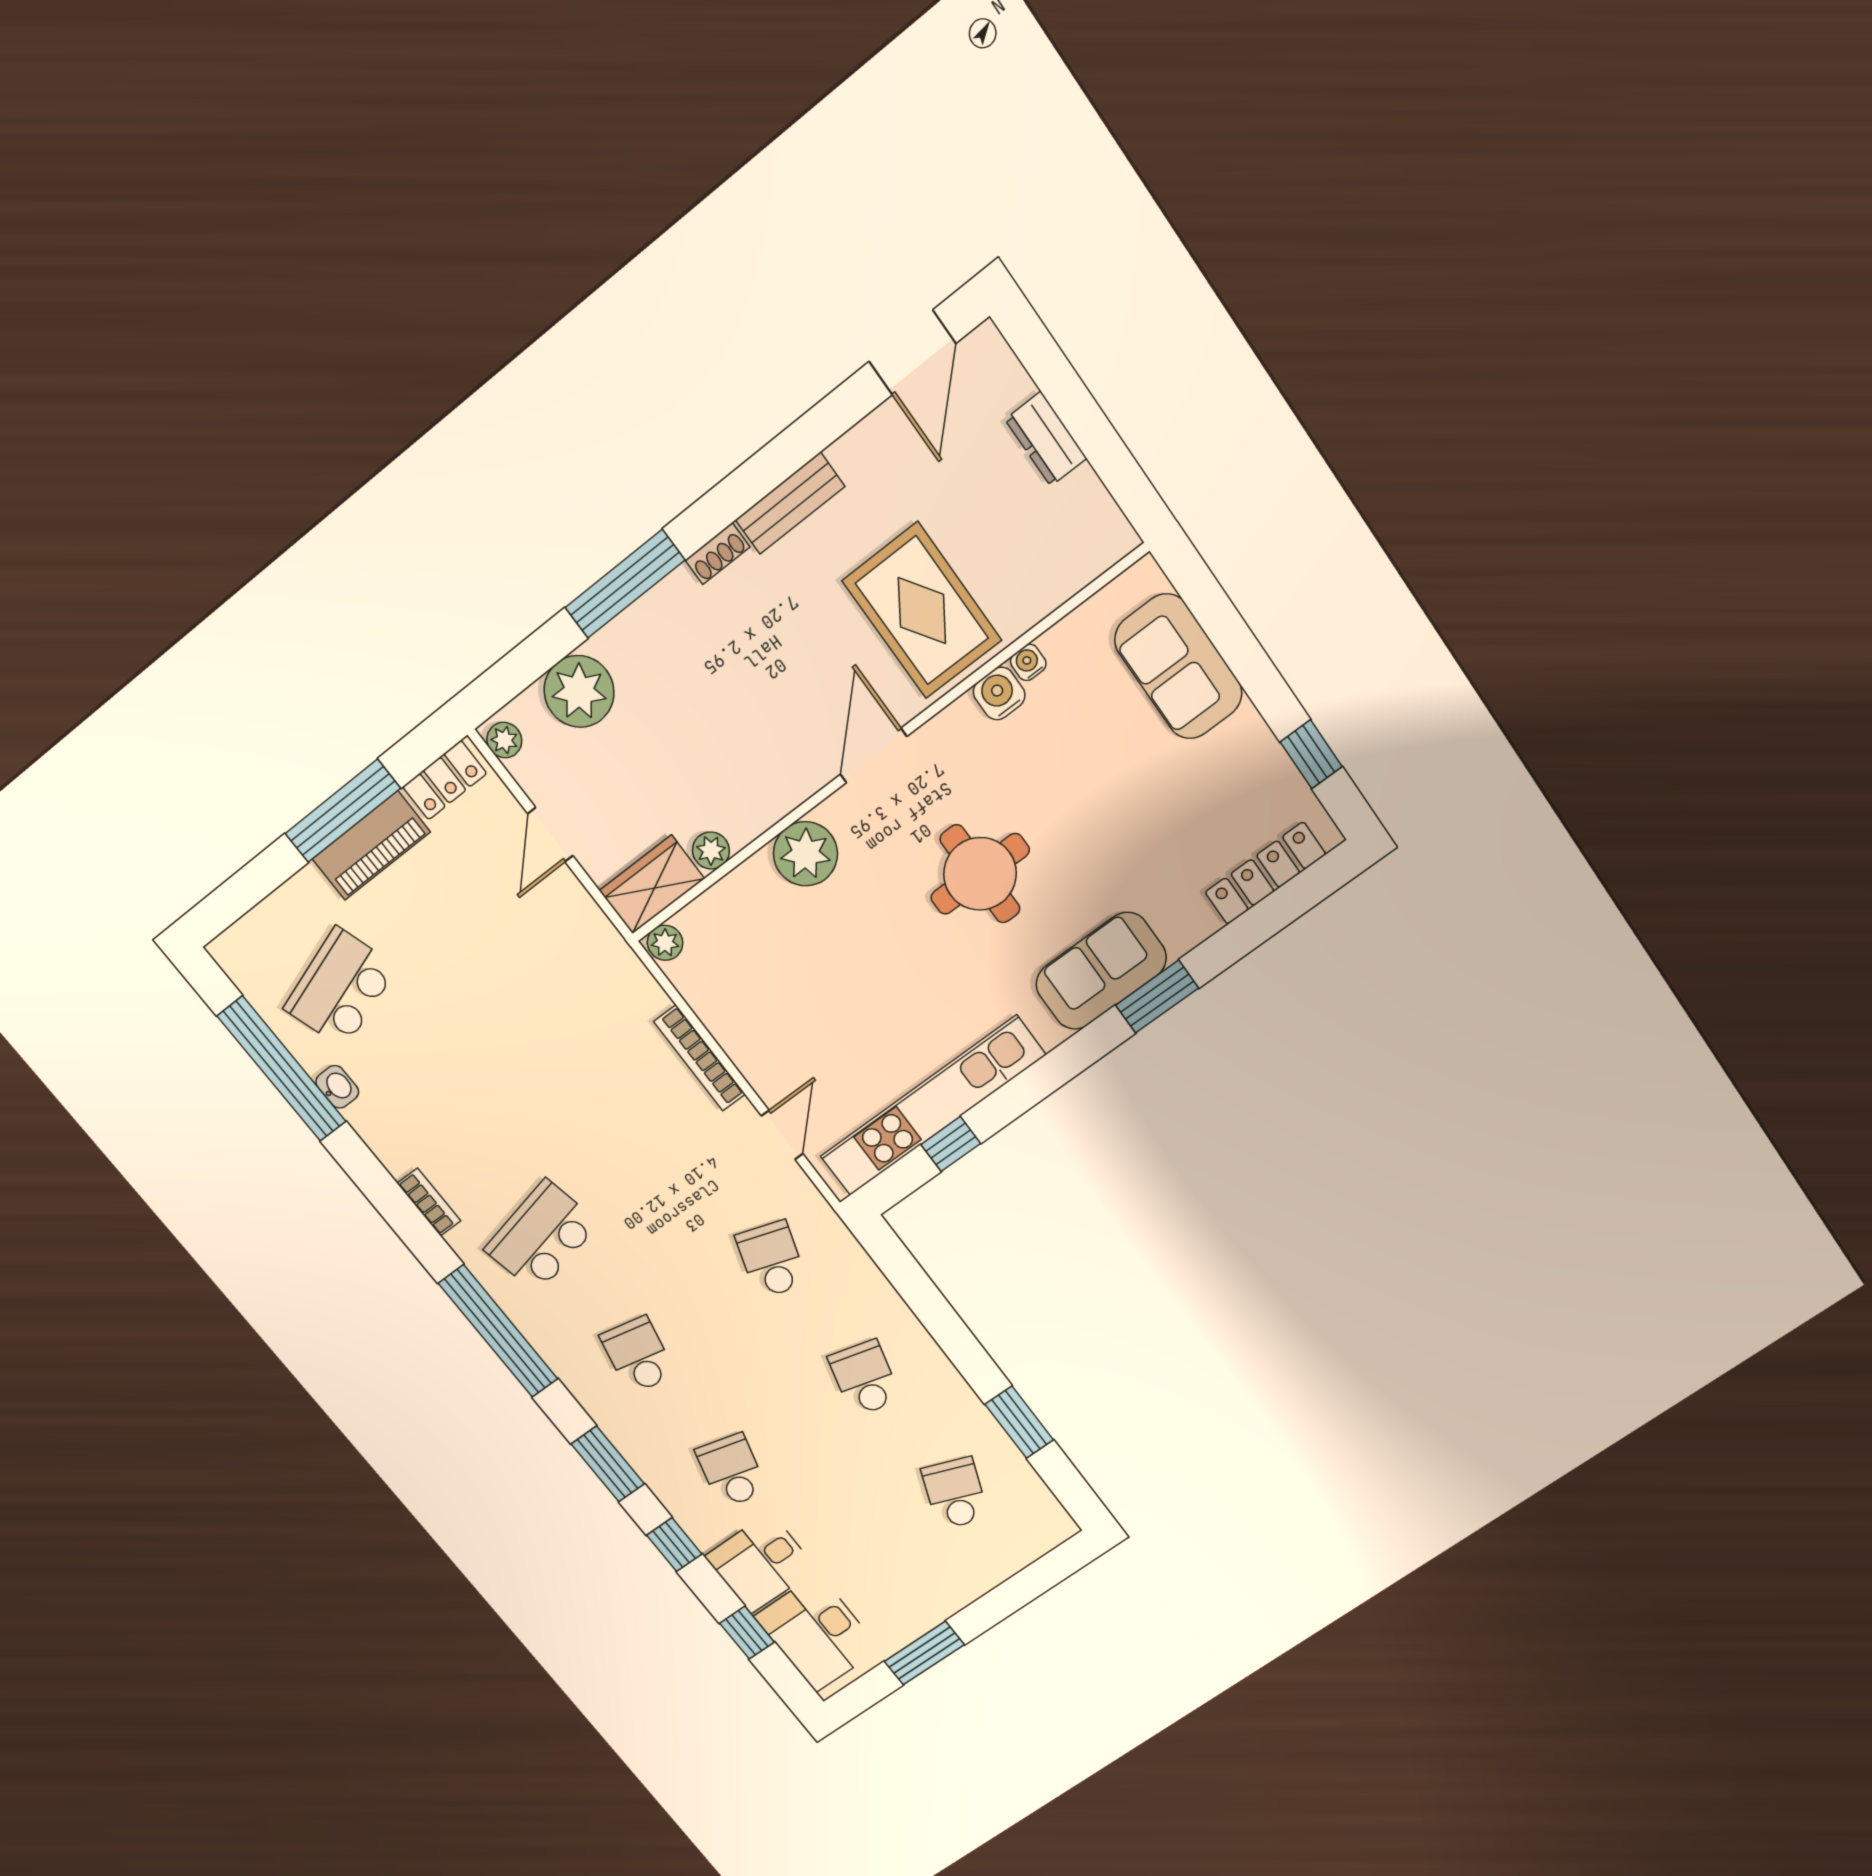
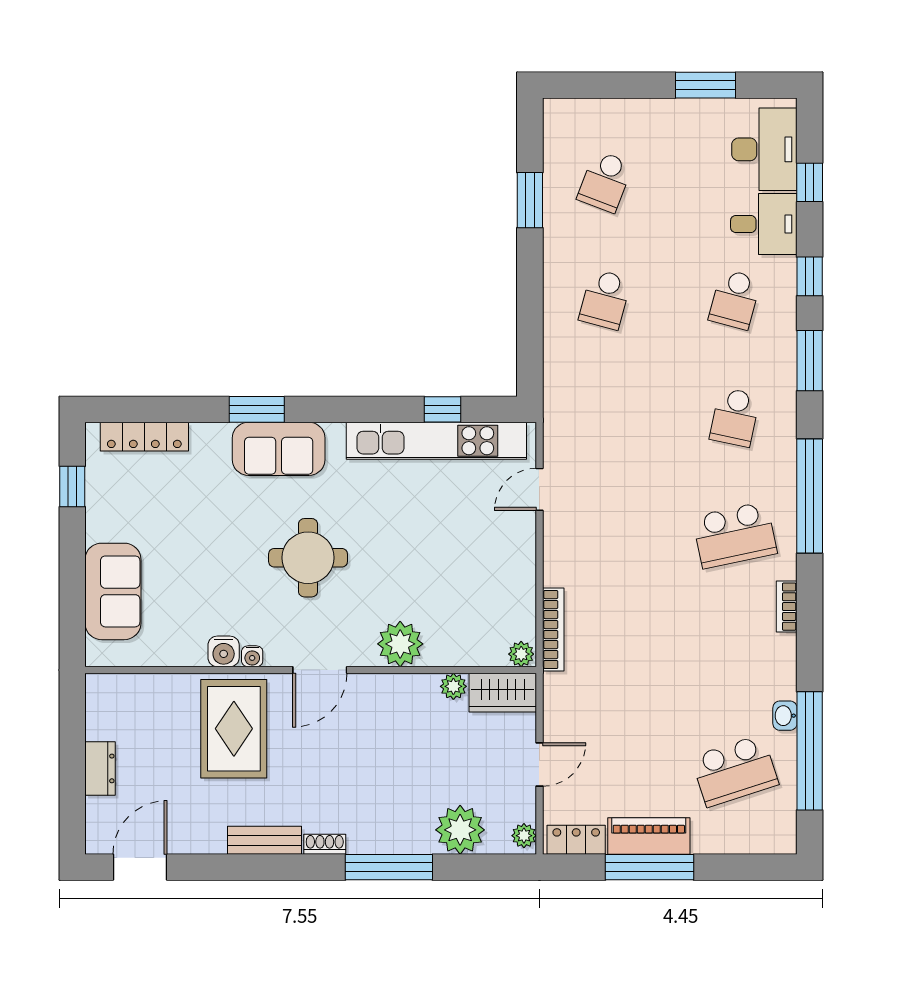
water cooler: (1028, 662) -> (252, 656), moved
bookcase: (700, 1058) -> (553, 630), moved
school desk: (771, 1260) -> (605, 417), removed

